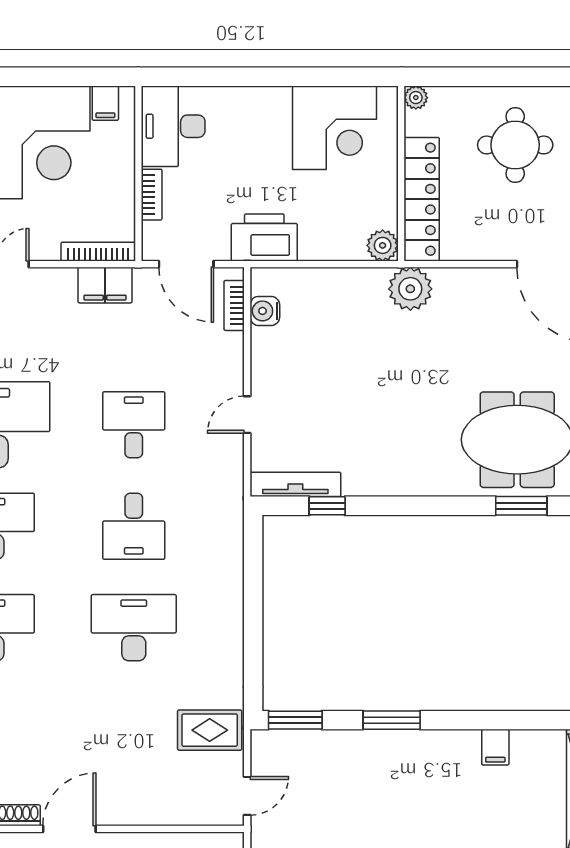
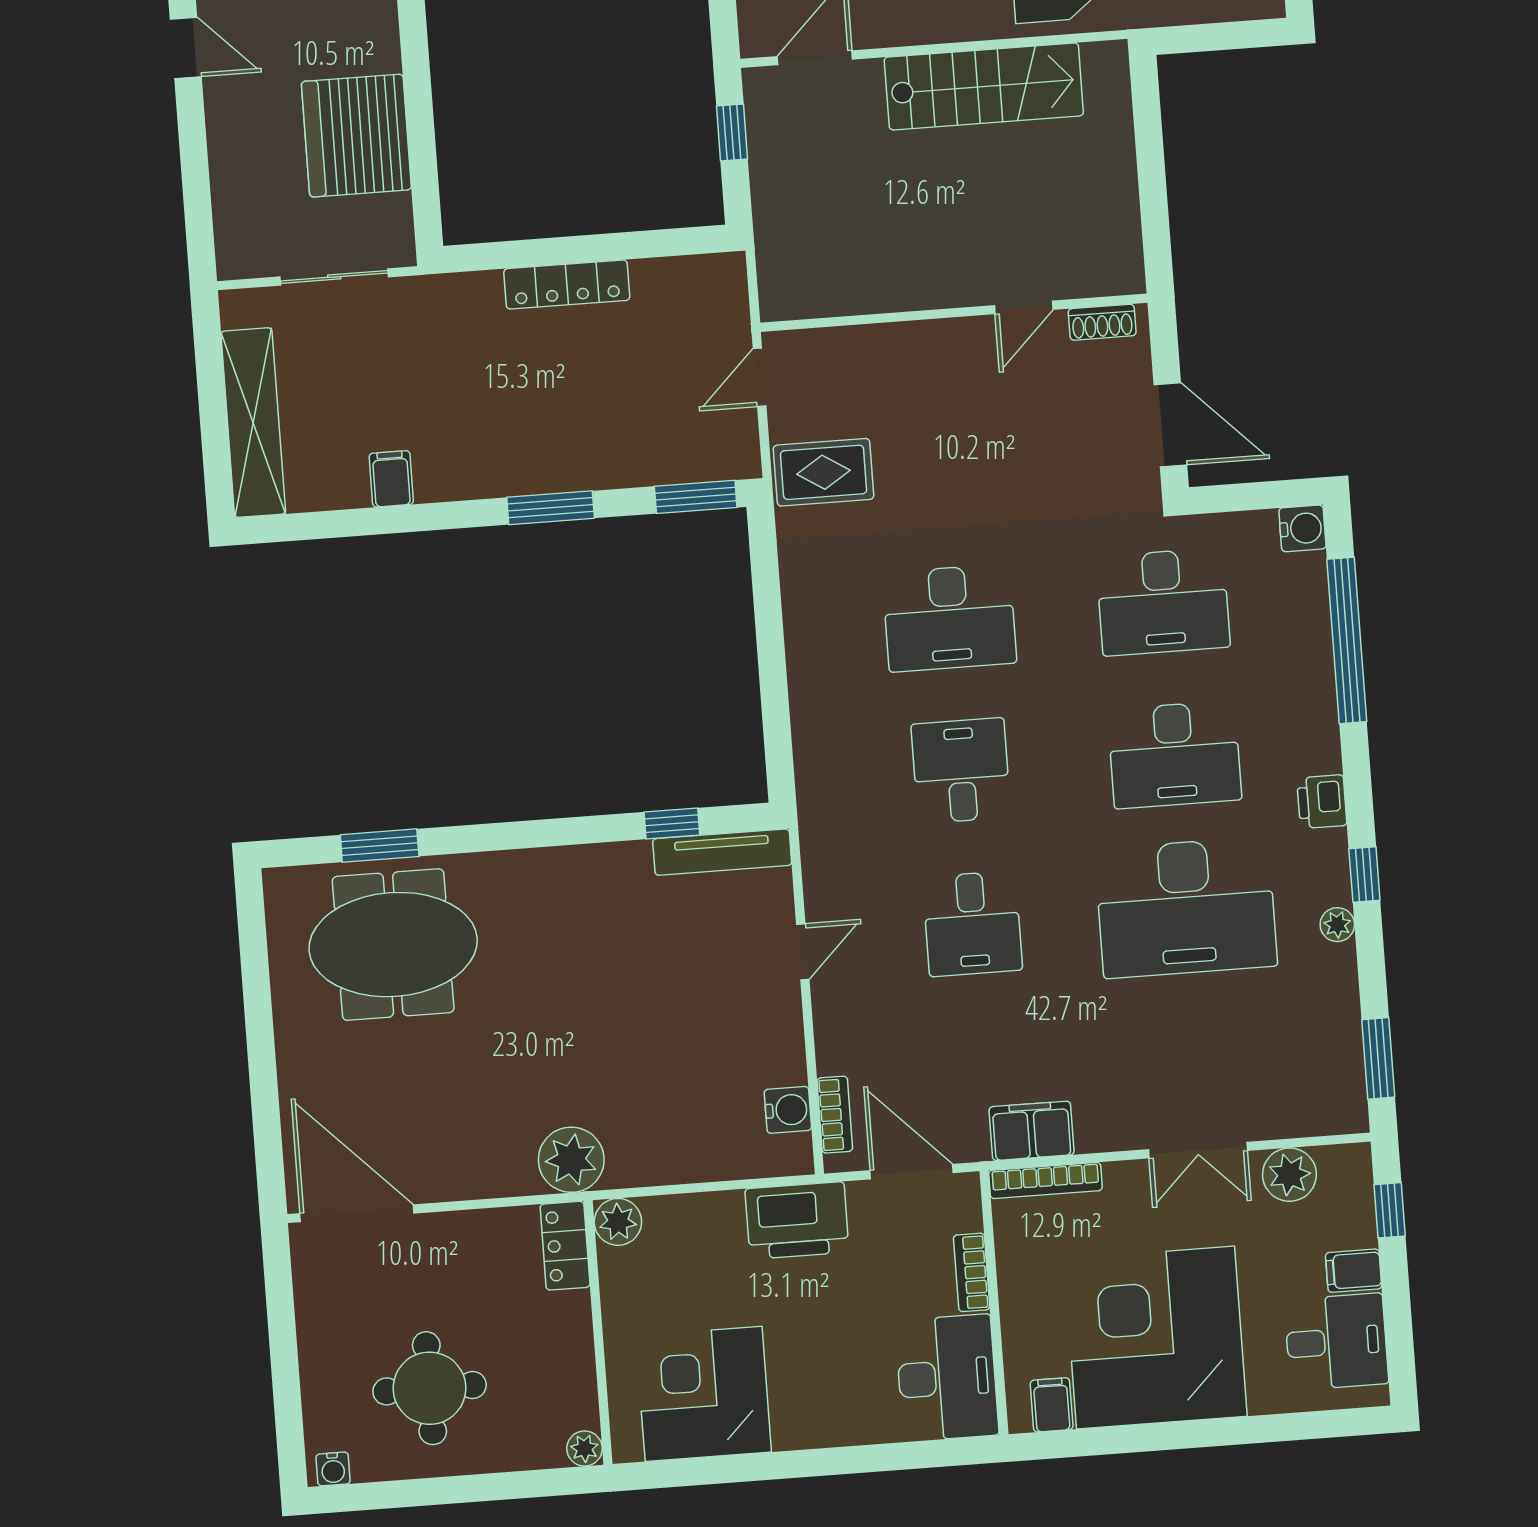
locker: (422, 199) -> (565, 1246), width x0.46, depth x0.83
door: (69, 829) -> (1024, 307), width x0.73

